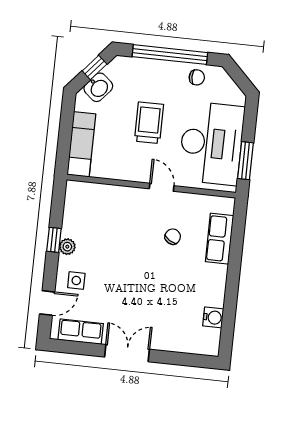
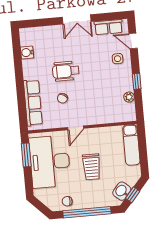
washbasin: (98, 87) -> (122, 191), moved
door: (162, 187) -> (76, 128), hinge flipped
row of seats: (219, 239) -> (33, 103), width x1.48
plant: (67, 247) -> (129, 97), moved
wheelchair: (159, 277) -> (66, 71), added
door: (47, 303) -> (133, 41), hinge flipped

